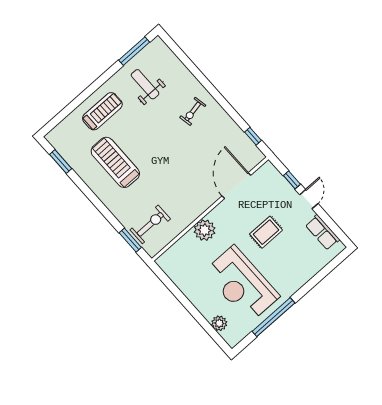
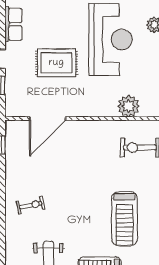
plant: (205, 230) -> (129, 106), moved
rug: (266, 232) -> (56, 63), width x1.36, depth x1.43

